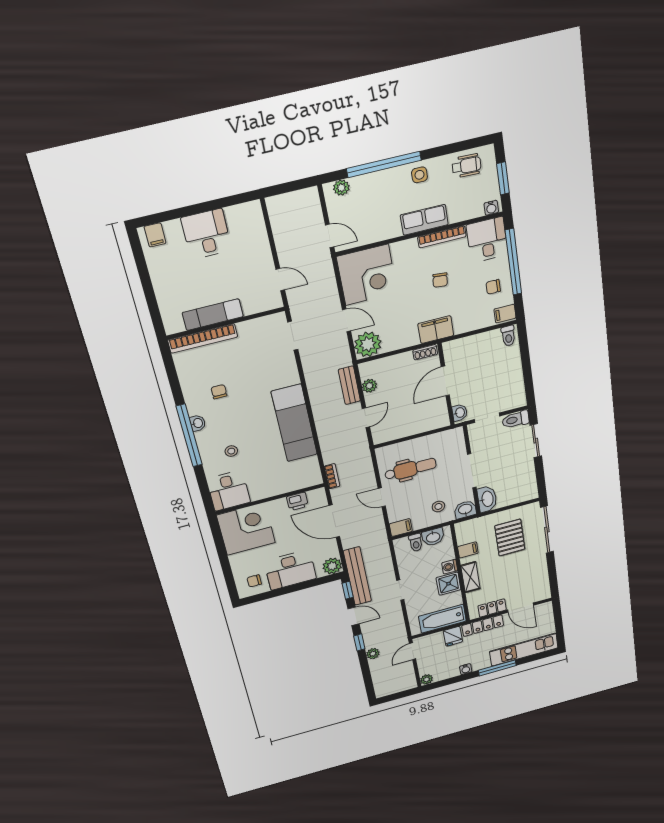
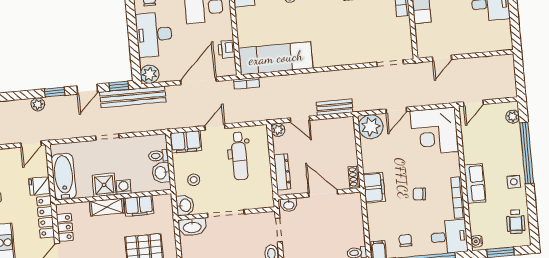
plant: (369, 386) -> (278, 130), moved
exam couch: (294, 423) -> (276, 58), moved
dresser: (425, 425) -> (282, 172), added
filing cabinet: (401, 528) -> (186, 142), width x2.00
filing cabinet: (468, 550) -> (139, 206), width x2.00
door: (413, 651) -> (31, 144), swing flipped

